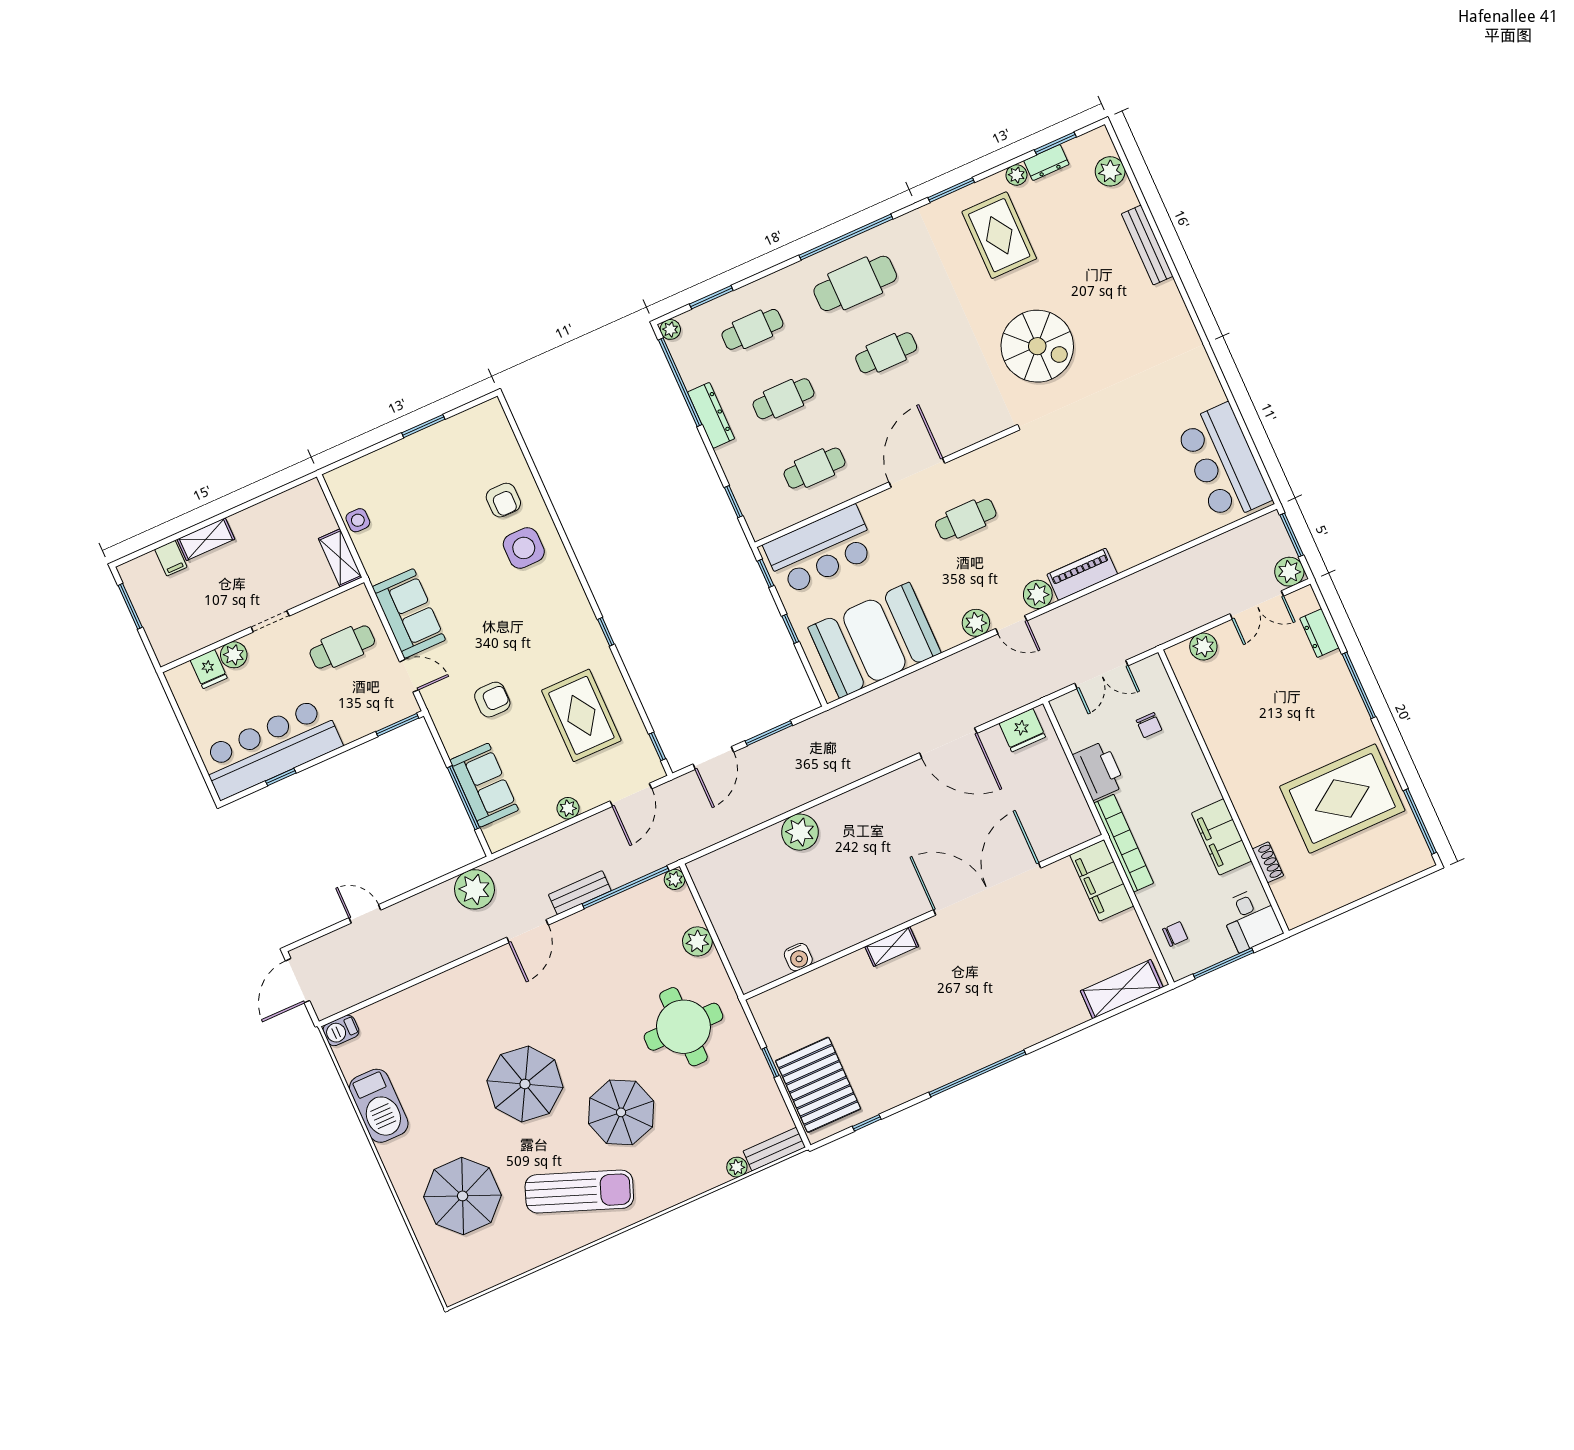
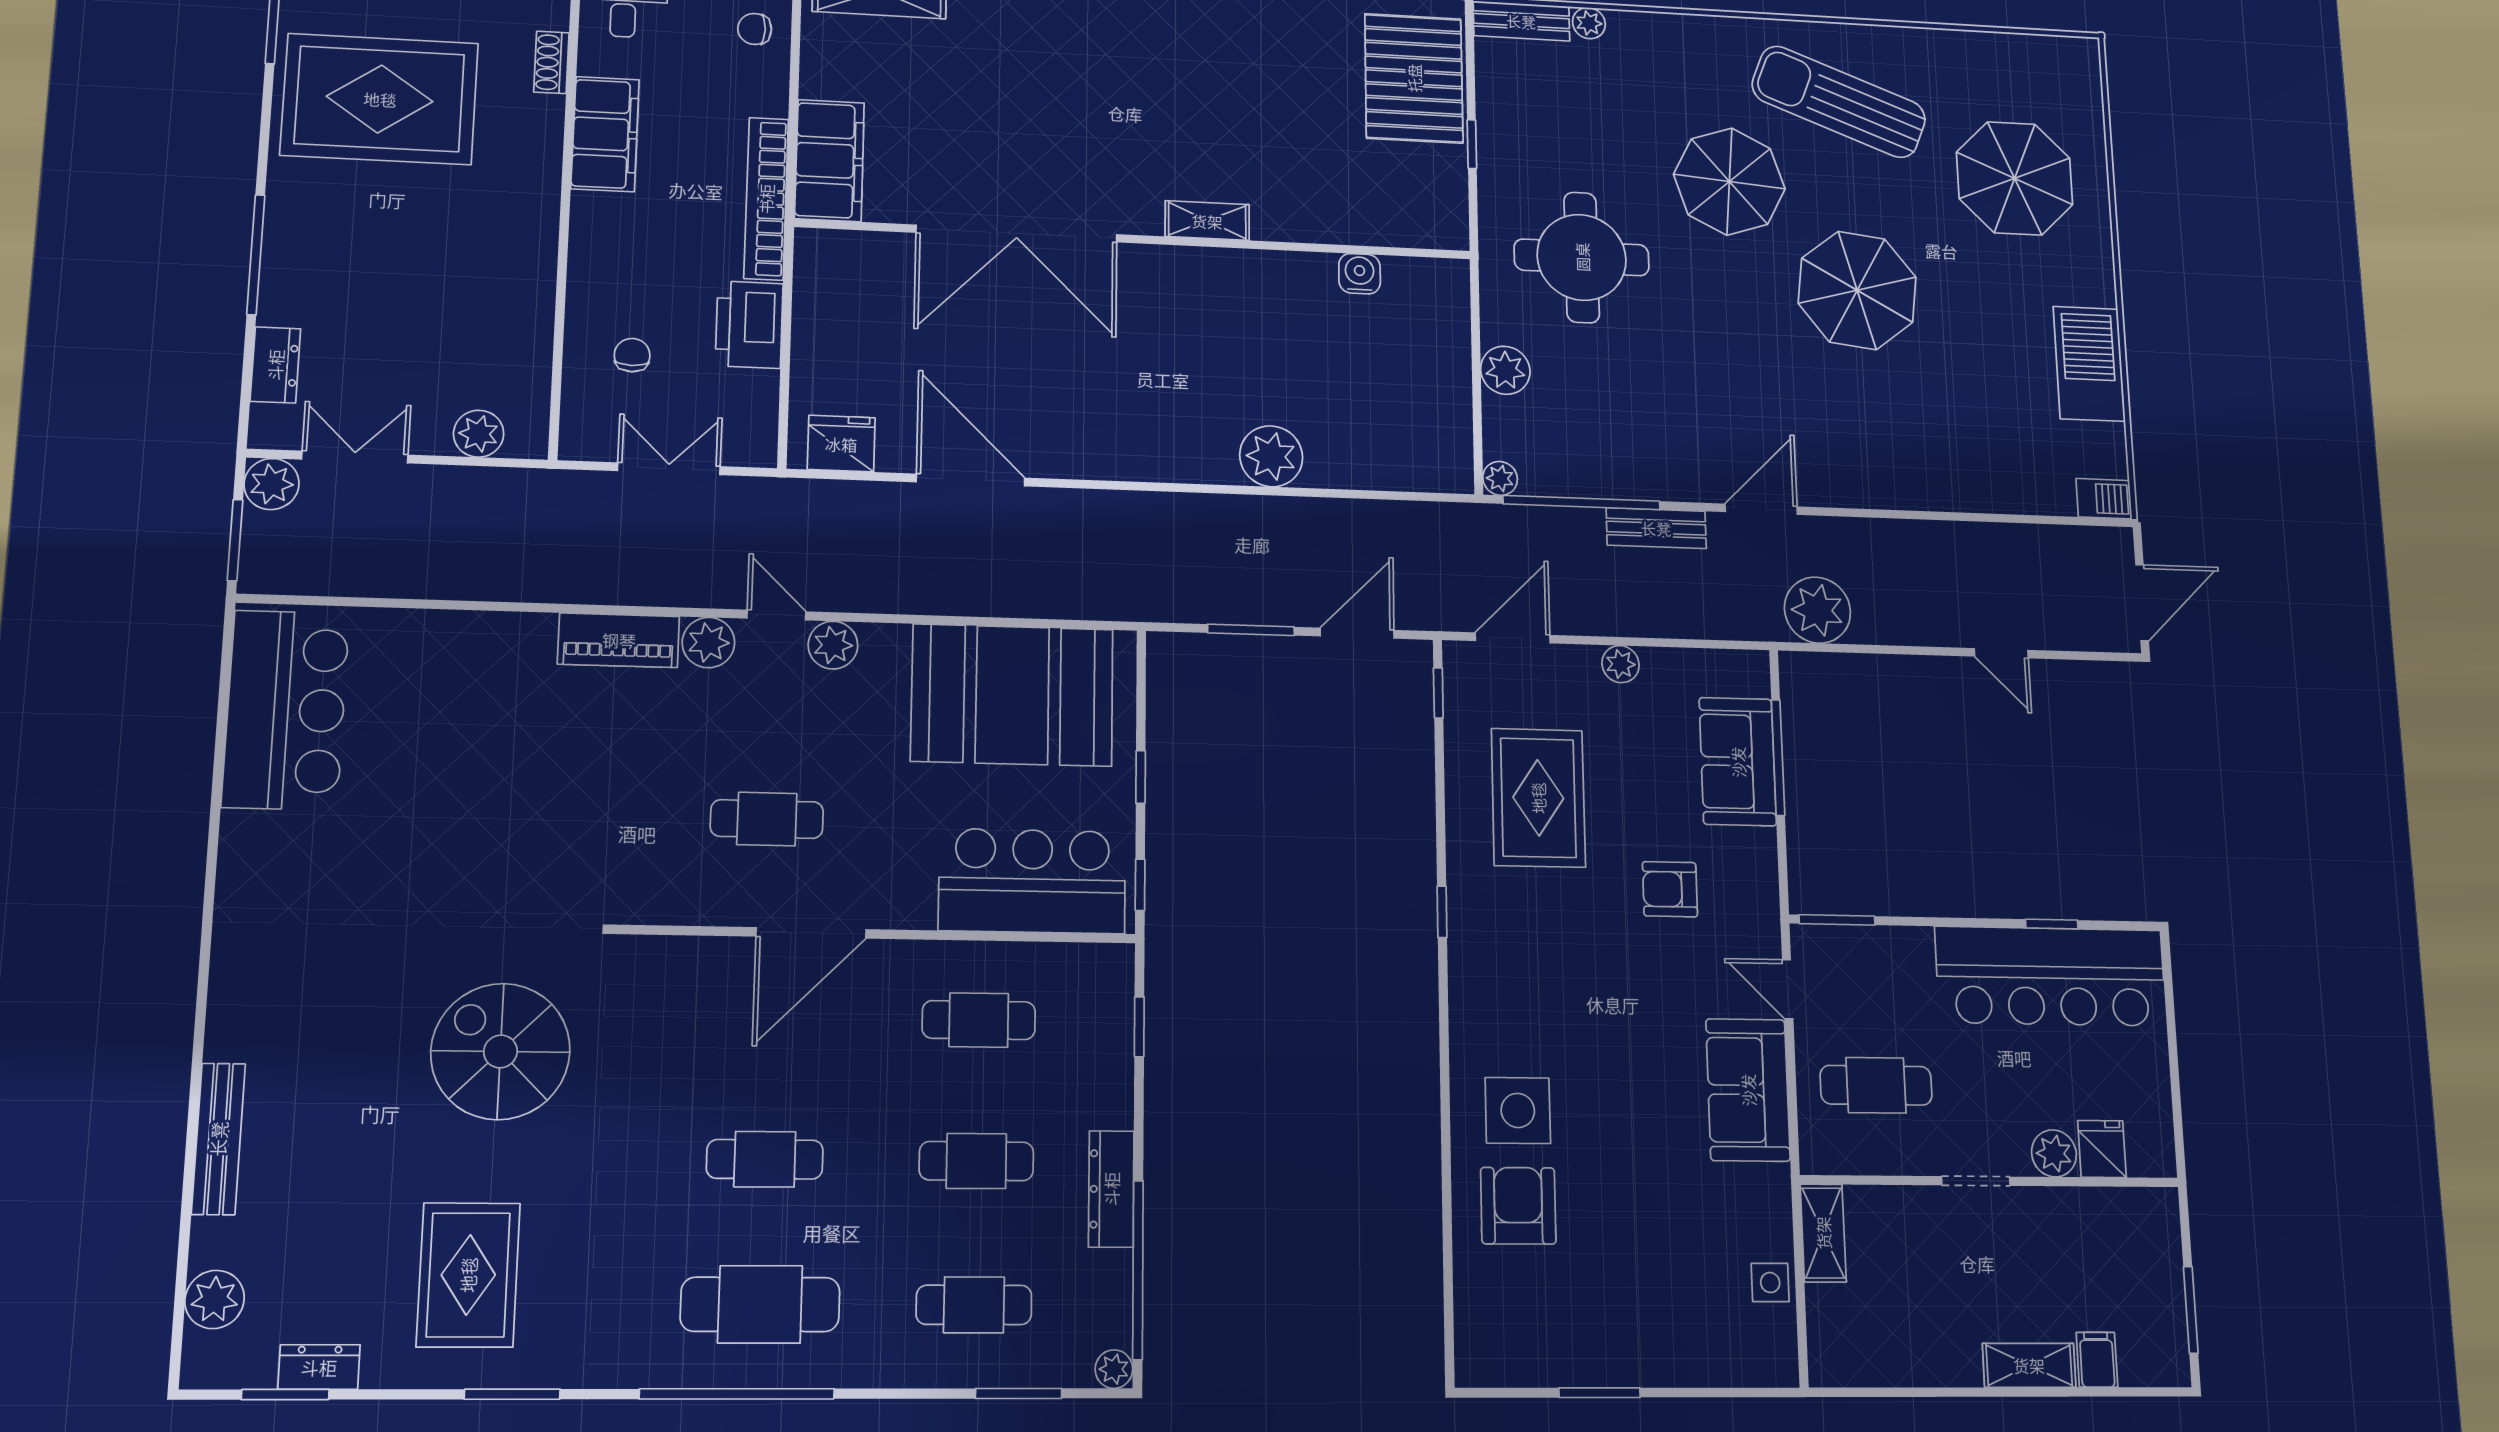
plant: (1016, 175) -> (384, 1369), removed
armchair: (503, 500) -> (1518, 1206), width x1.38, depth x1.38

